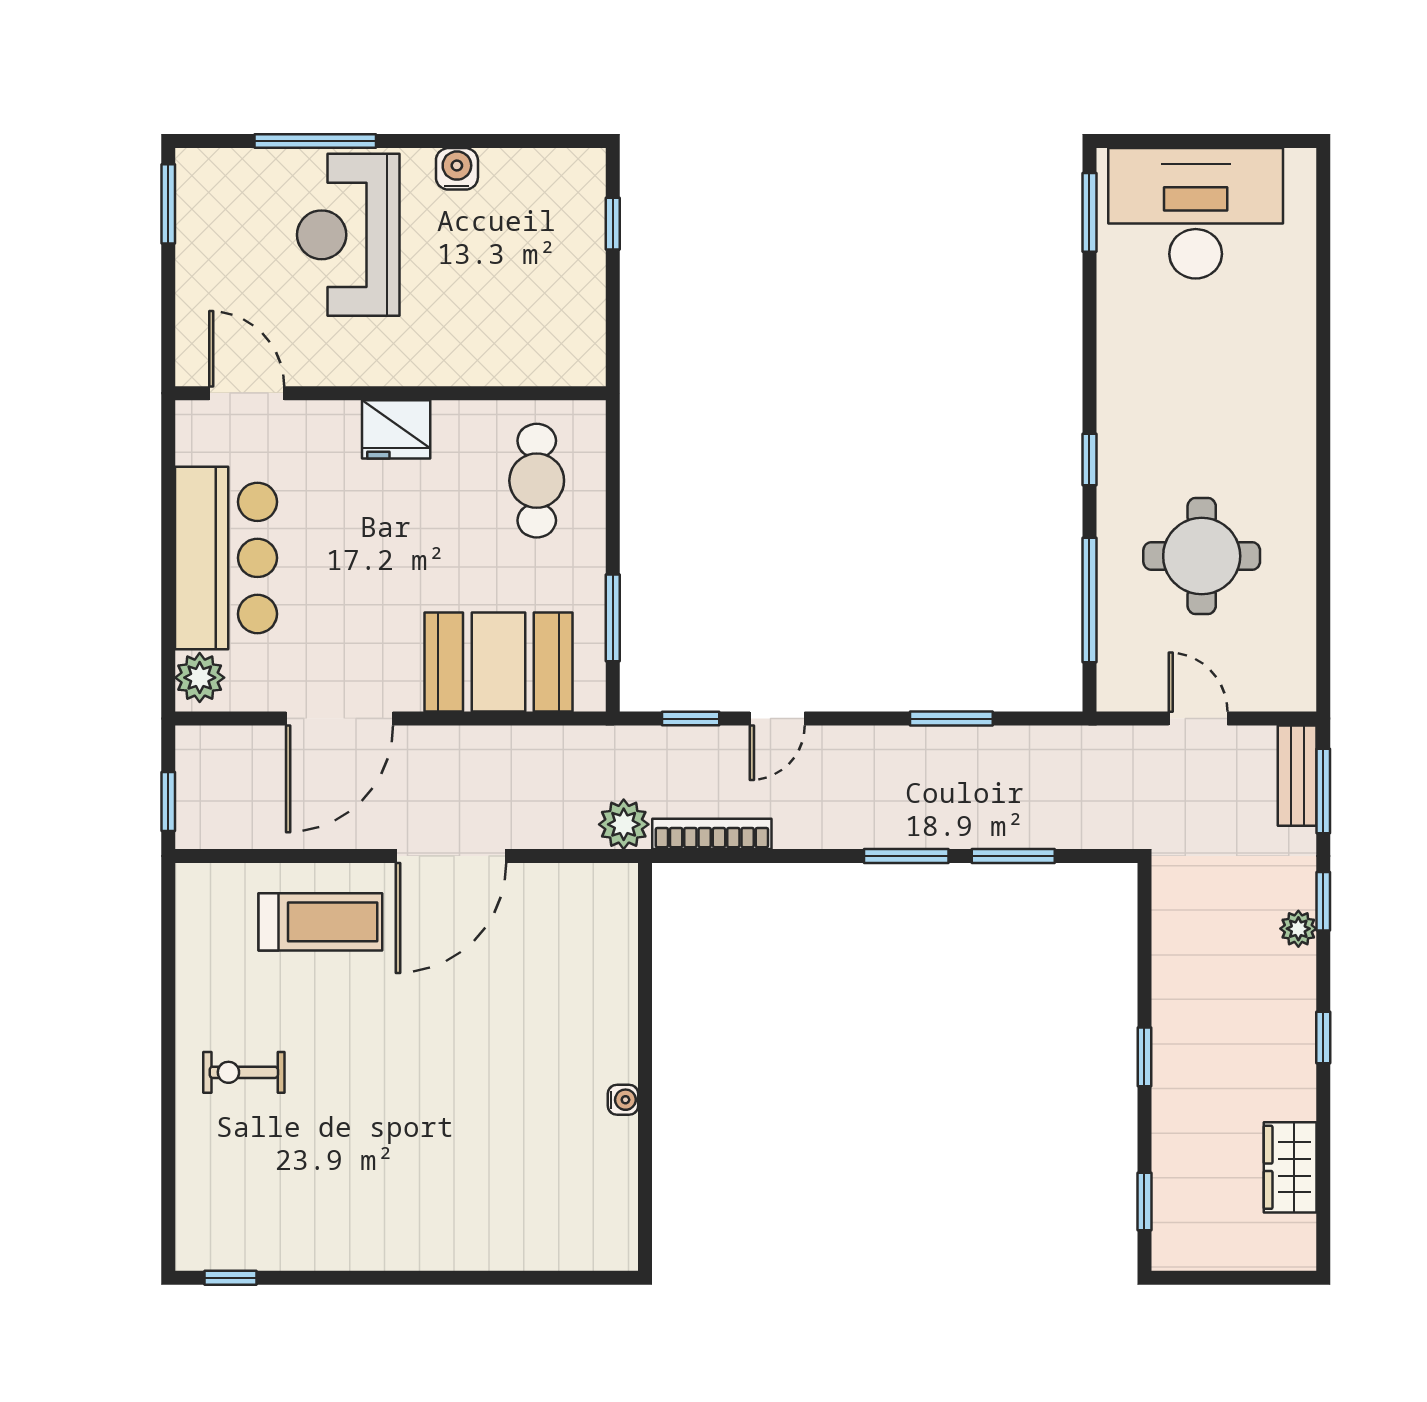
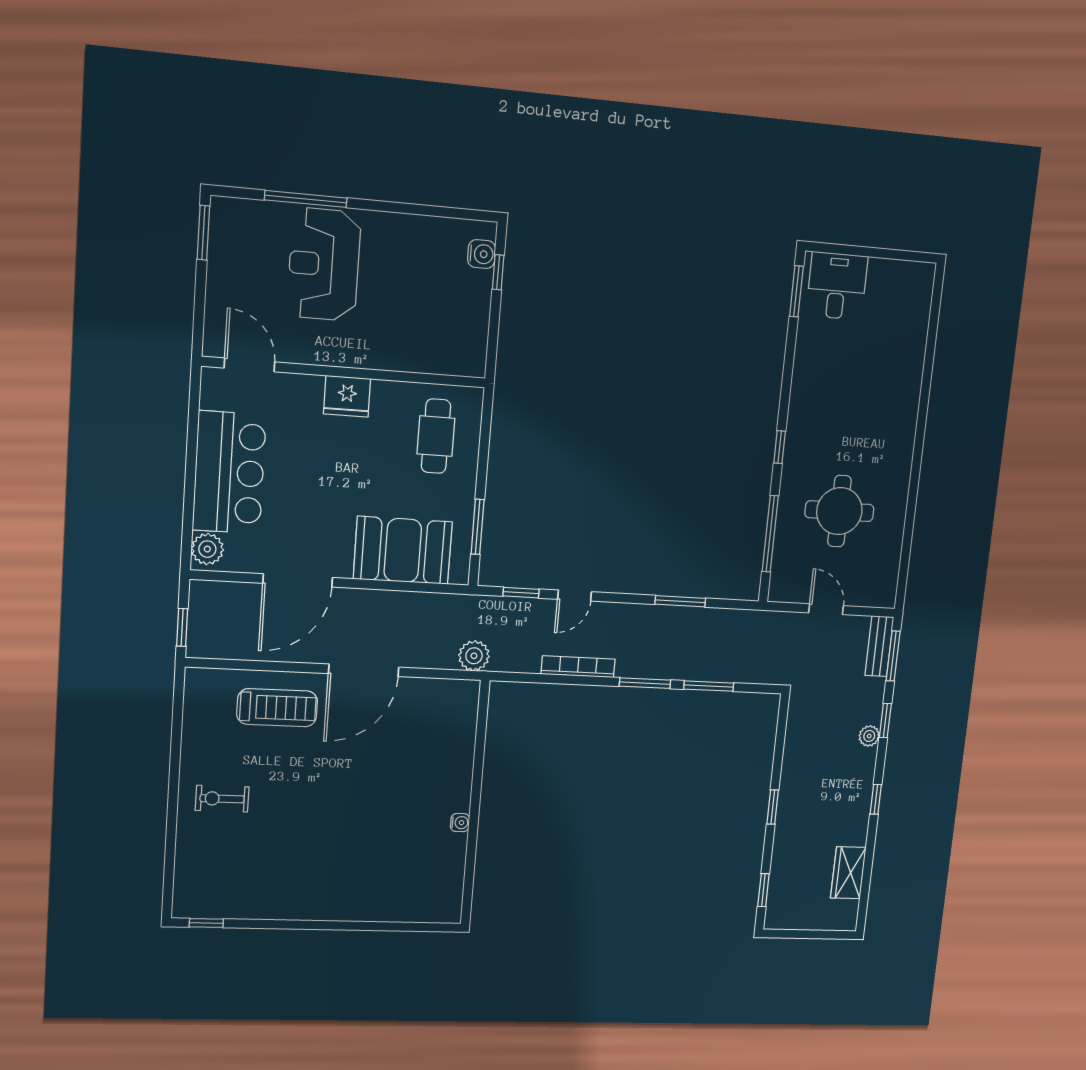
water cooler: (457, 169) -> (482, 254), moved, turned 90
desk: (1196, 213) -> (837, 286), width x0.53, depth x0.77
bookcase: (712, 834) -> (578, 667), moved

